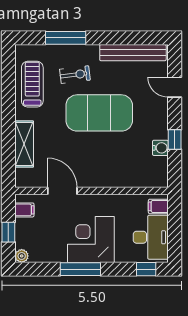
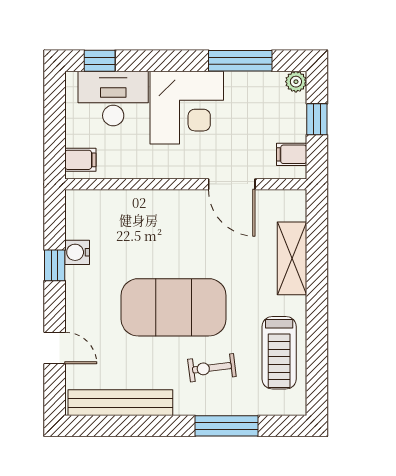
desk: (151, 237) -> (113, 99), moved, turned 90
window: (80, 269) -> (240, 61), moved

